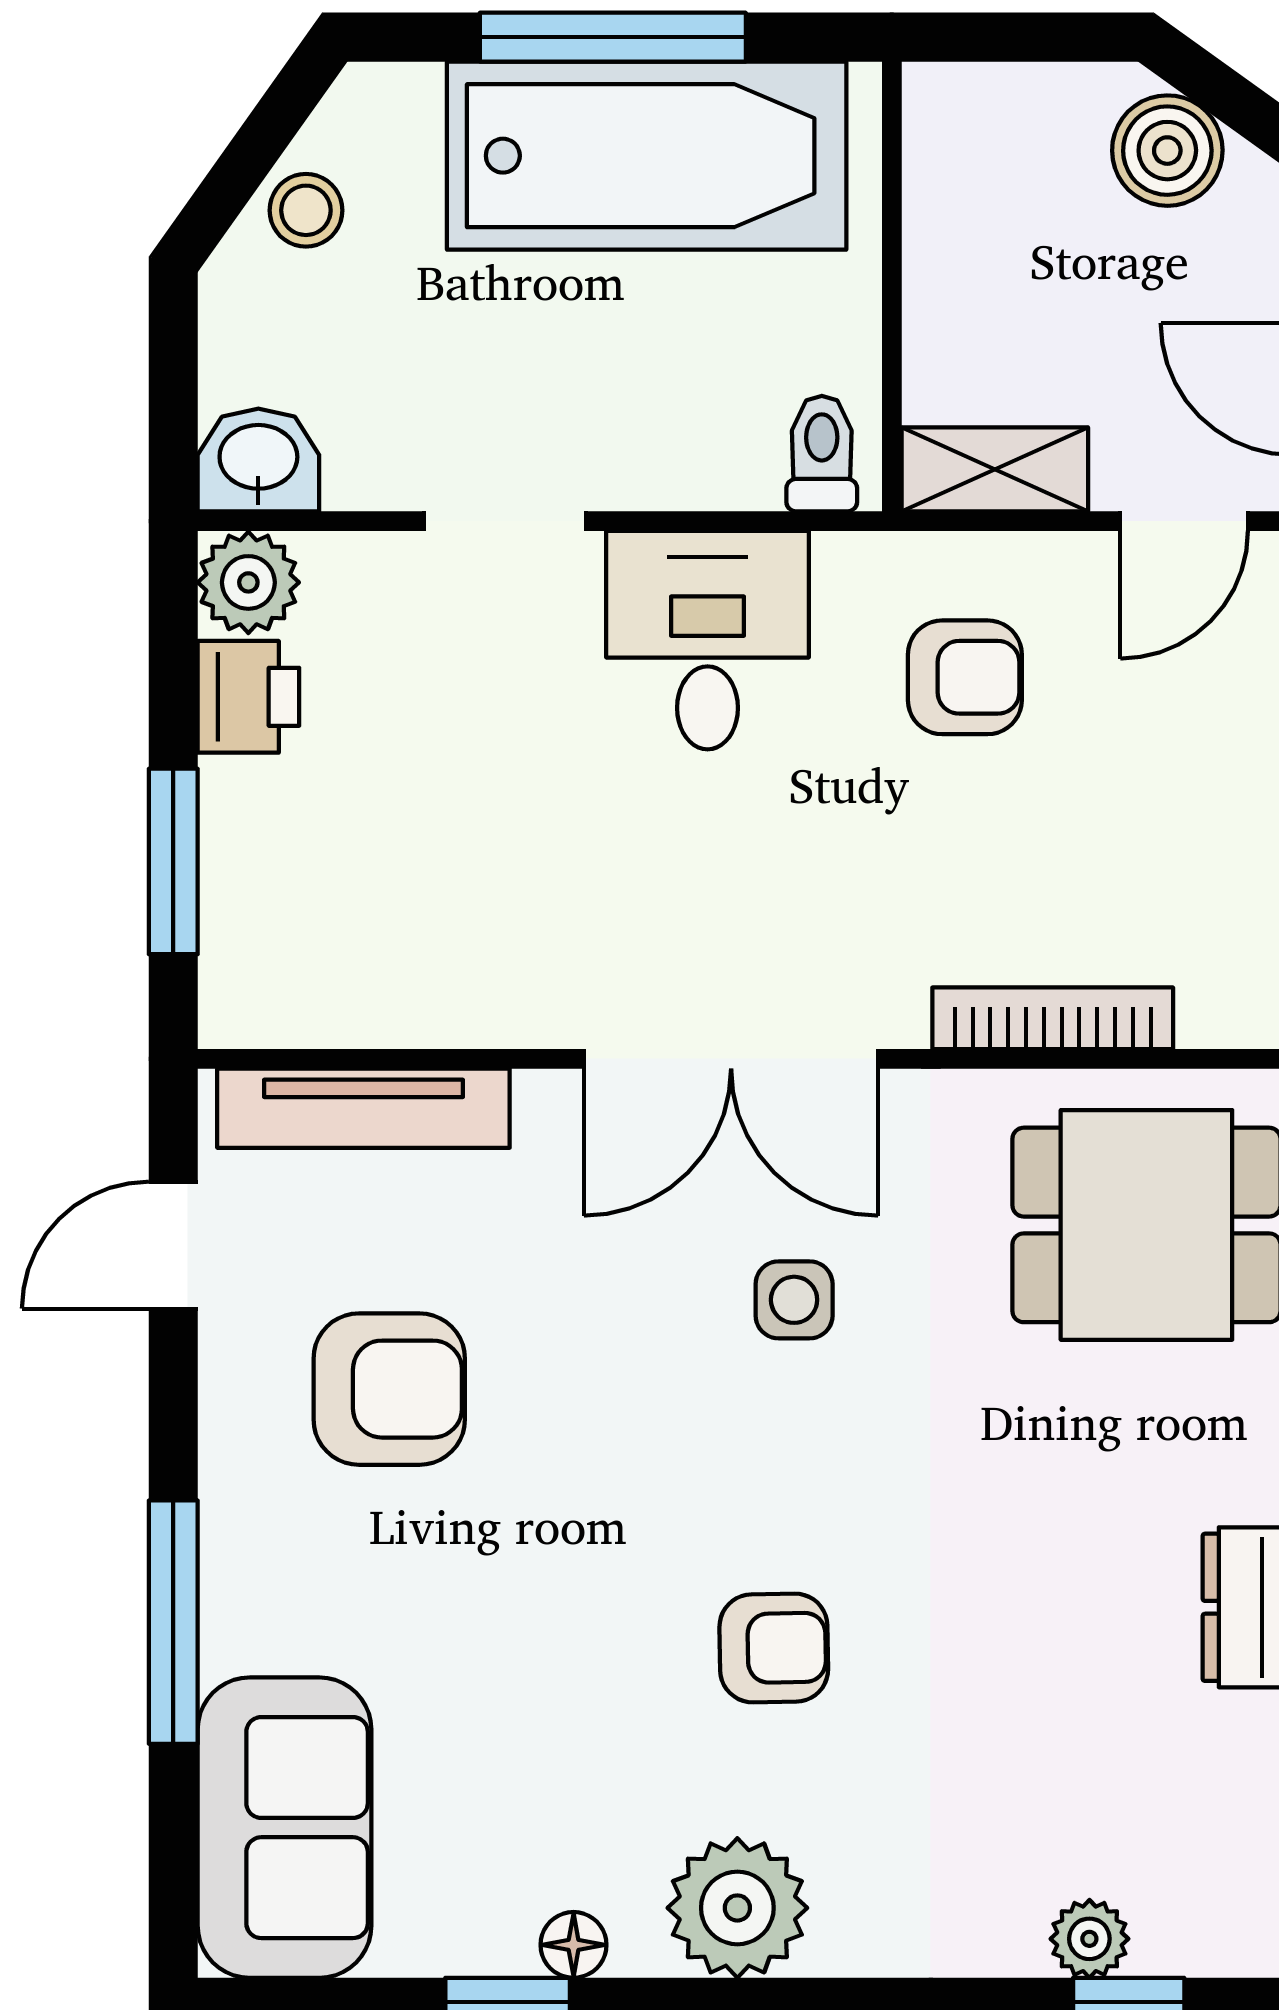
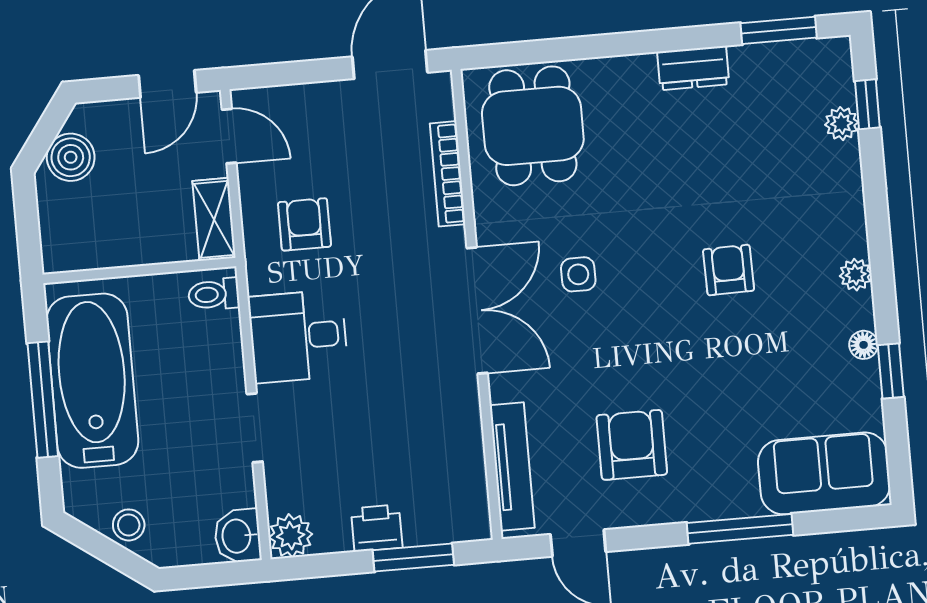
printer: (248, 697) -> (377, 528), moved
plant: (737, 1908) -> (856, 275), width x0.53, depth x0.53

